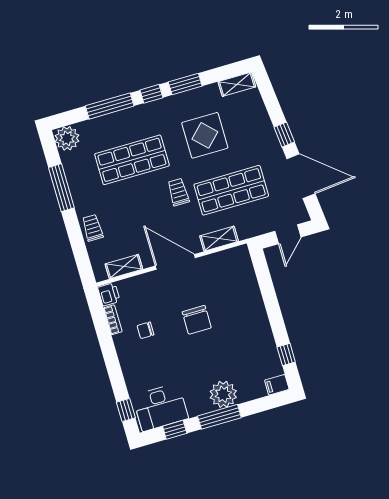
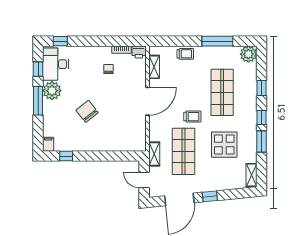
window: (110, 106) -> (261, 88), width x0.46
shelving: (219, 239) -> (154, 154), moved
chair: (197, 320) -> (87, 111), moved, turned 52
plant: (223, 394) -> (52, 91), moved

